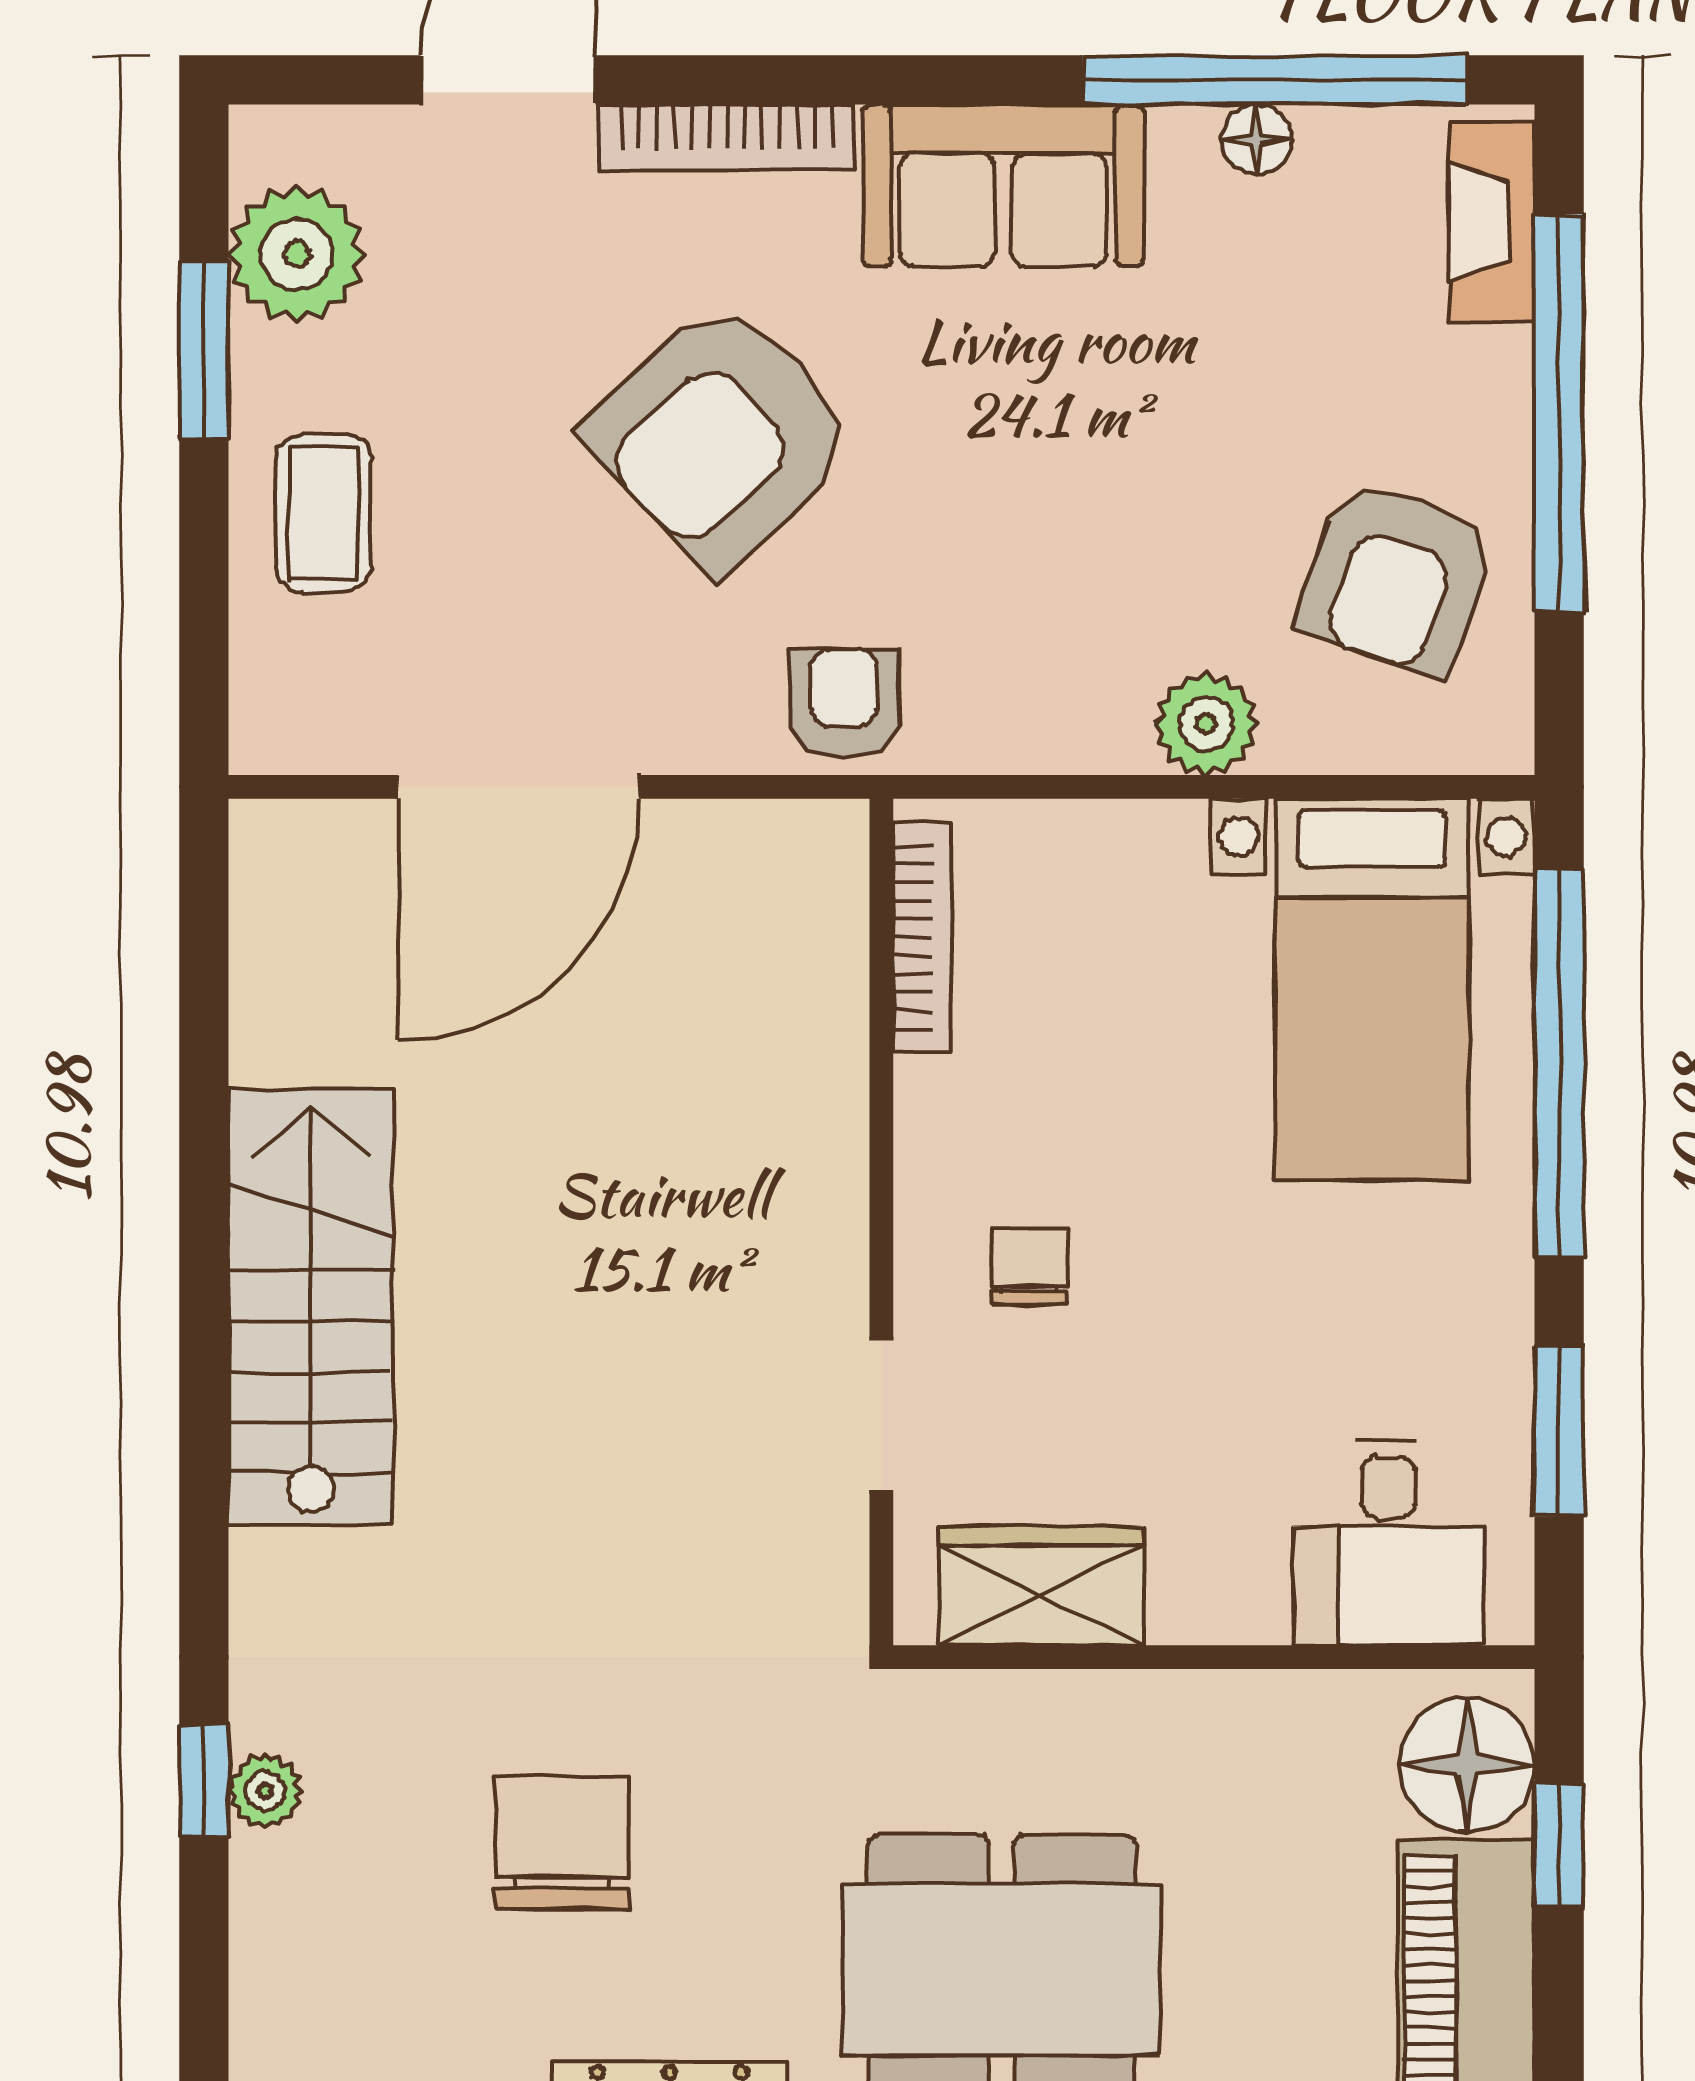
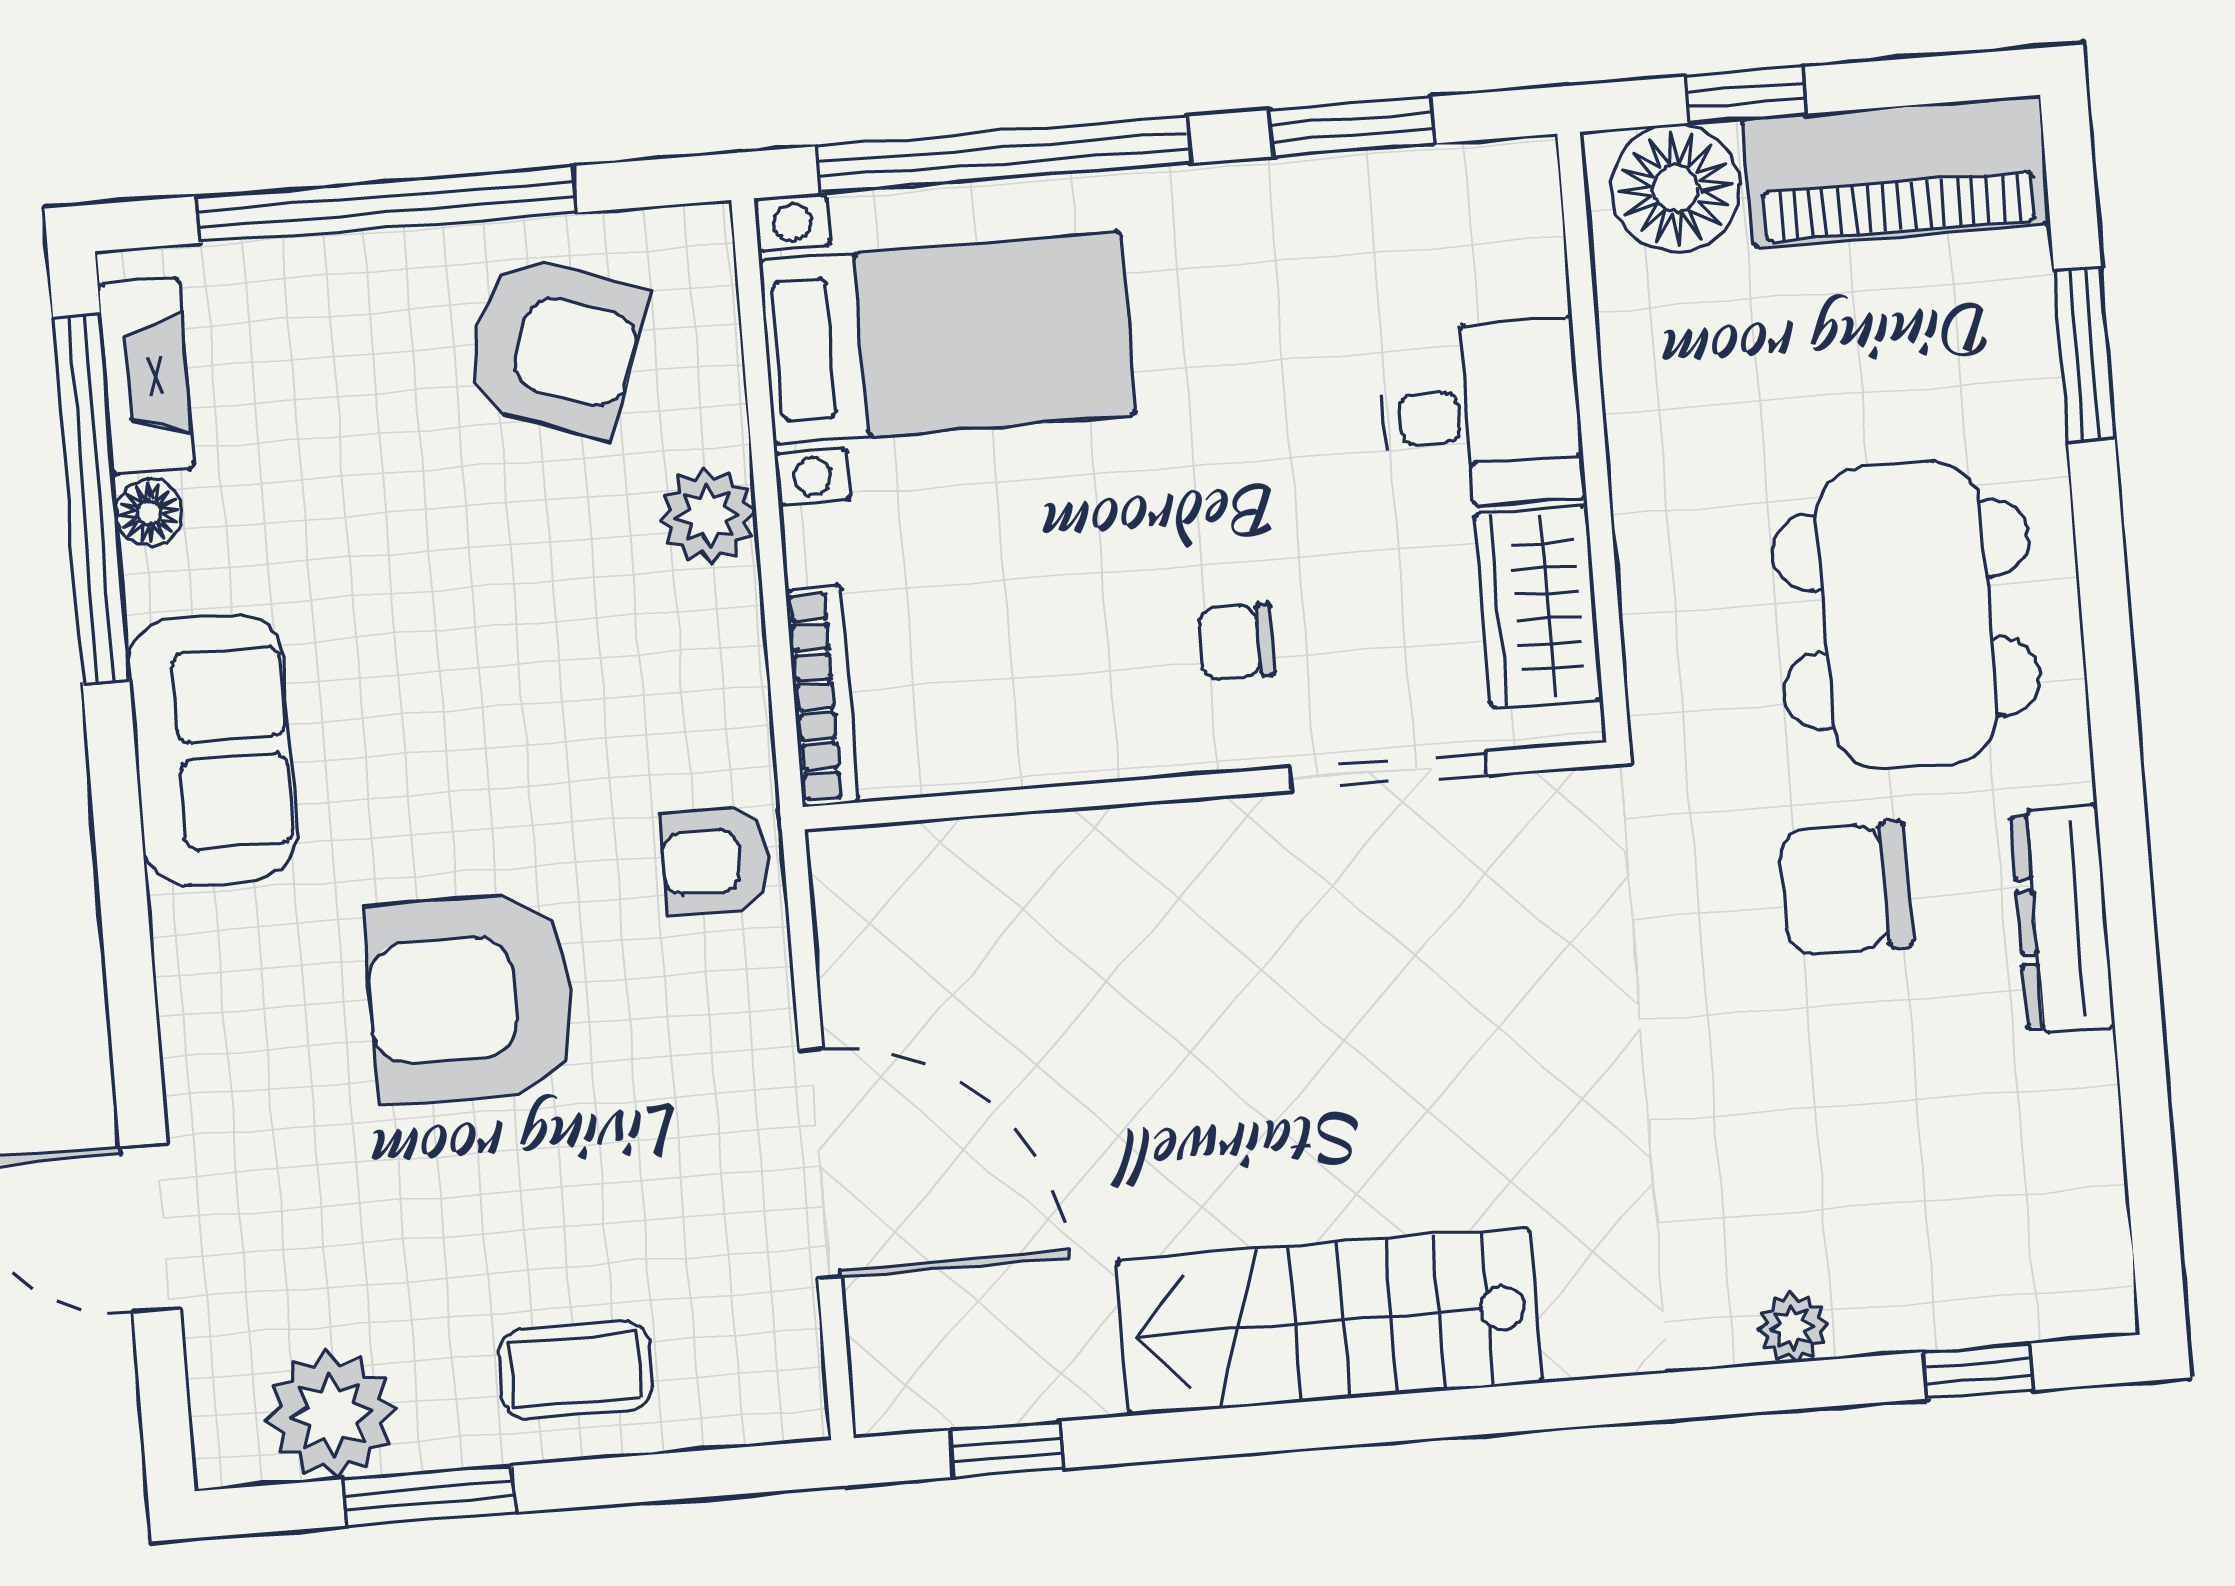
bookcase: (727, 137) -> (188, 1015), removed
fireplace: (1492, 222) -> (146, 376), moved, turned -90
armchair: (721, 435) -> (471, 998), turned 133
bookcase: (923, 937) -> (822, 696), moved, turned 90
window: (204, 958) -> (1007, 1449), added
doorway: (881, 1414) -> (1388, 771), width x1.38
desk: (1388, 1543) -> (1482, 415), moved
window: (204, 1781) -> (1978, 1371), moved
chair: (562, 1843) -> (1846, 888), moved

